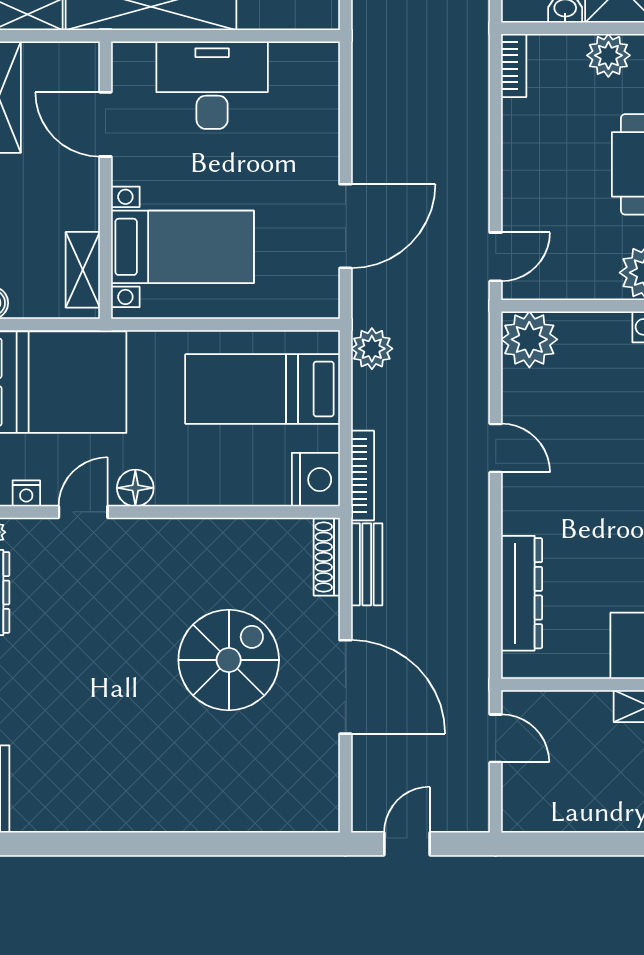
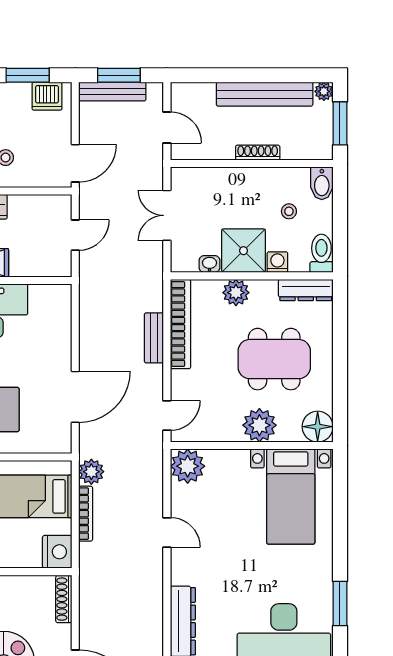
bookcase: (514, 65) -> (180, 324), width x2.31, depth x1.31
bookcase: (363, 476) -> (86, 514), moved
bench: (367, 564) -> (154, 338), moved

